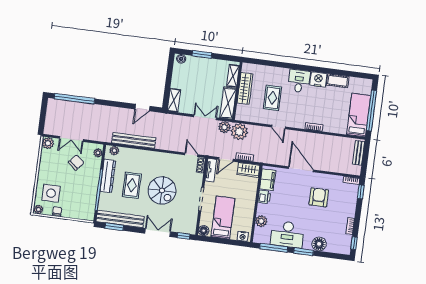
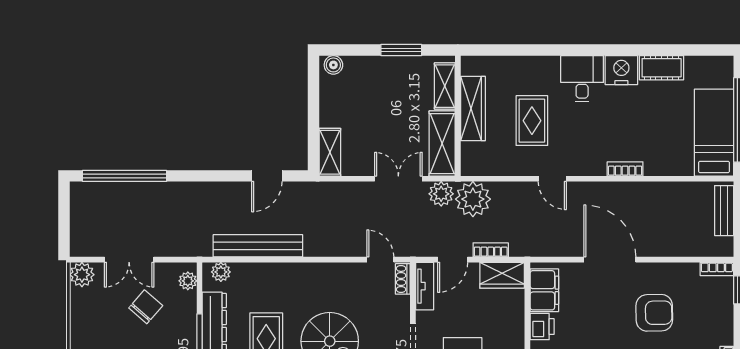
window: (202, 54) -> (401, 50), moved
armchair: (319, 197) -> (654, 313), turned 89

